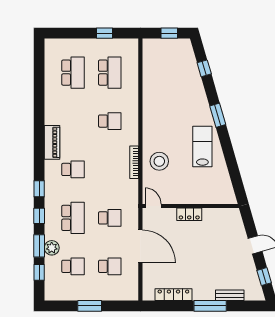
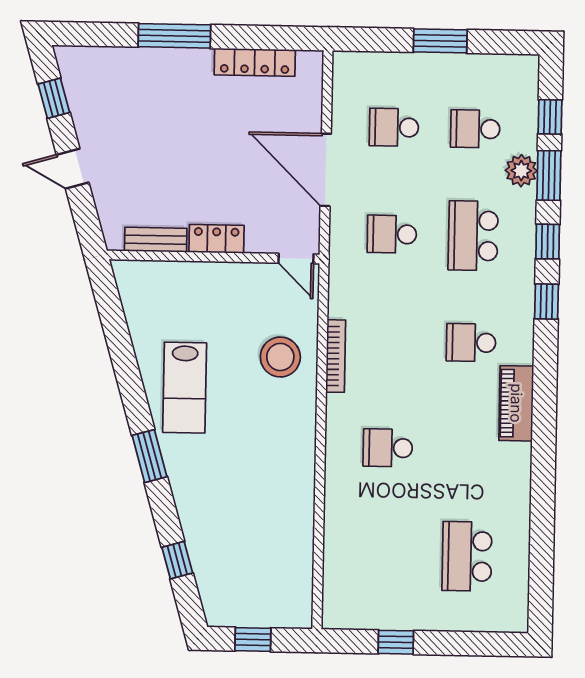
school desk: (110, 73) -> (386, 555), removed
bench: (230, 295) -> (156, 240), moved

